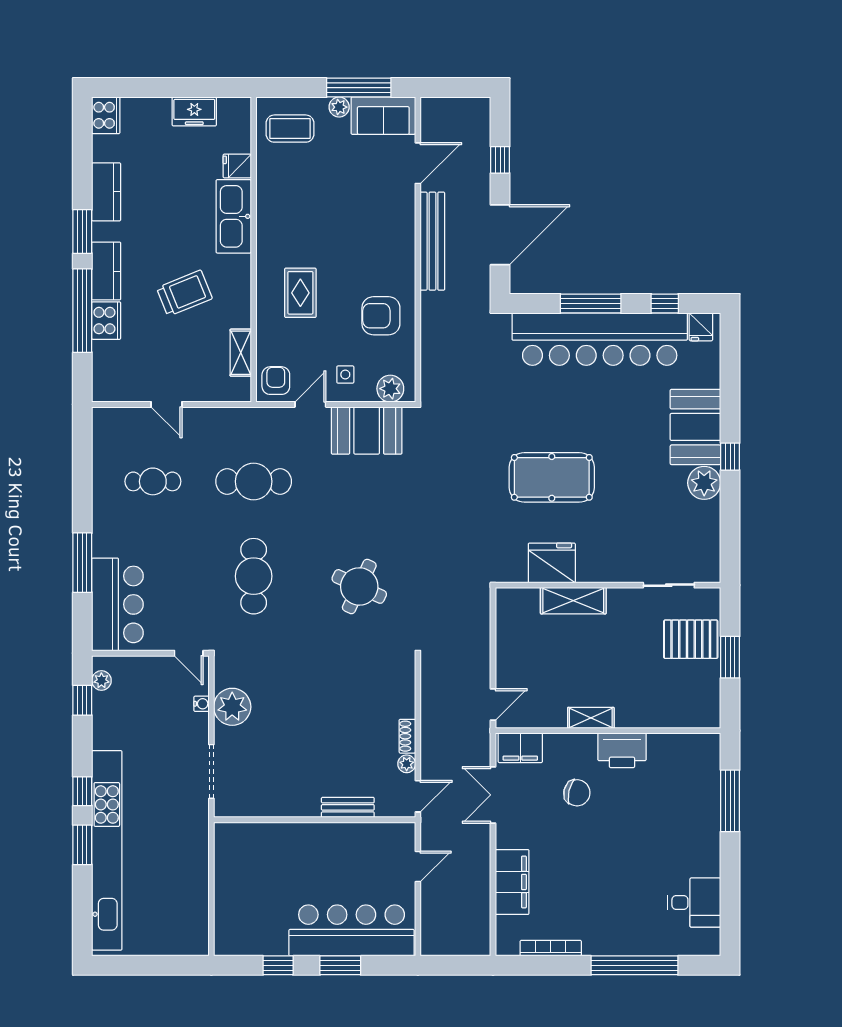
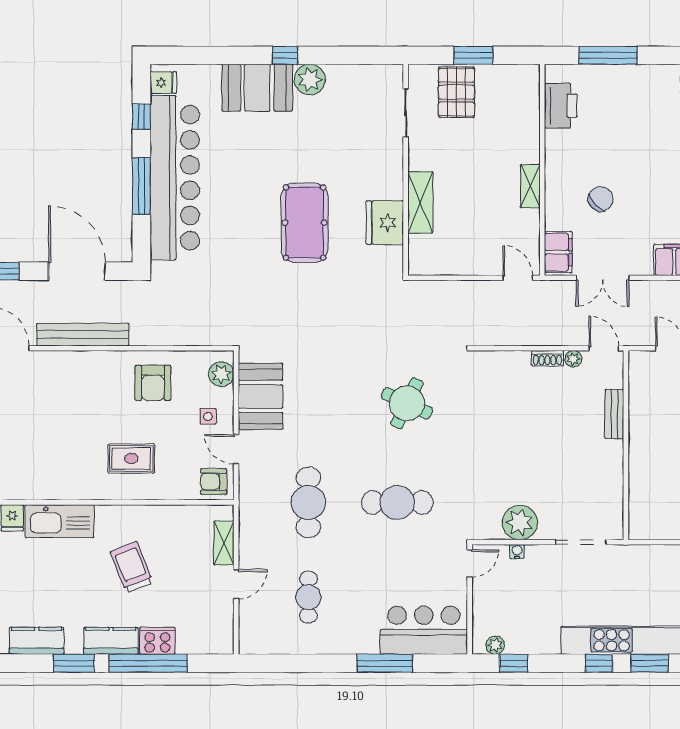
shelving: (241, 353) -> (224, 543), moved, turned 90
printer: (622, 750) -> (561, 106), moved
chair: (577, 793) -> (601, 199), turned 33

